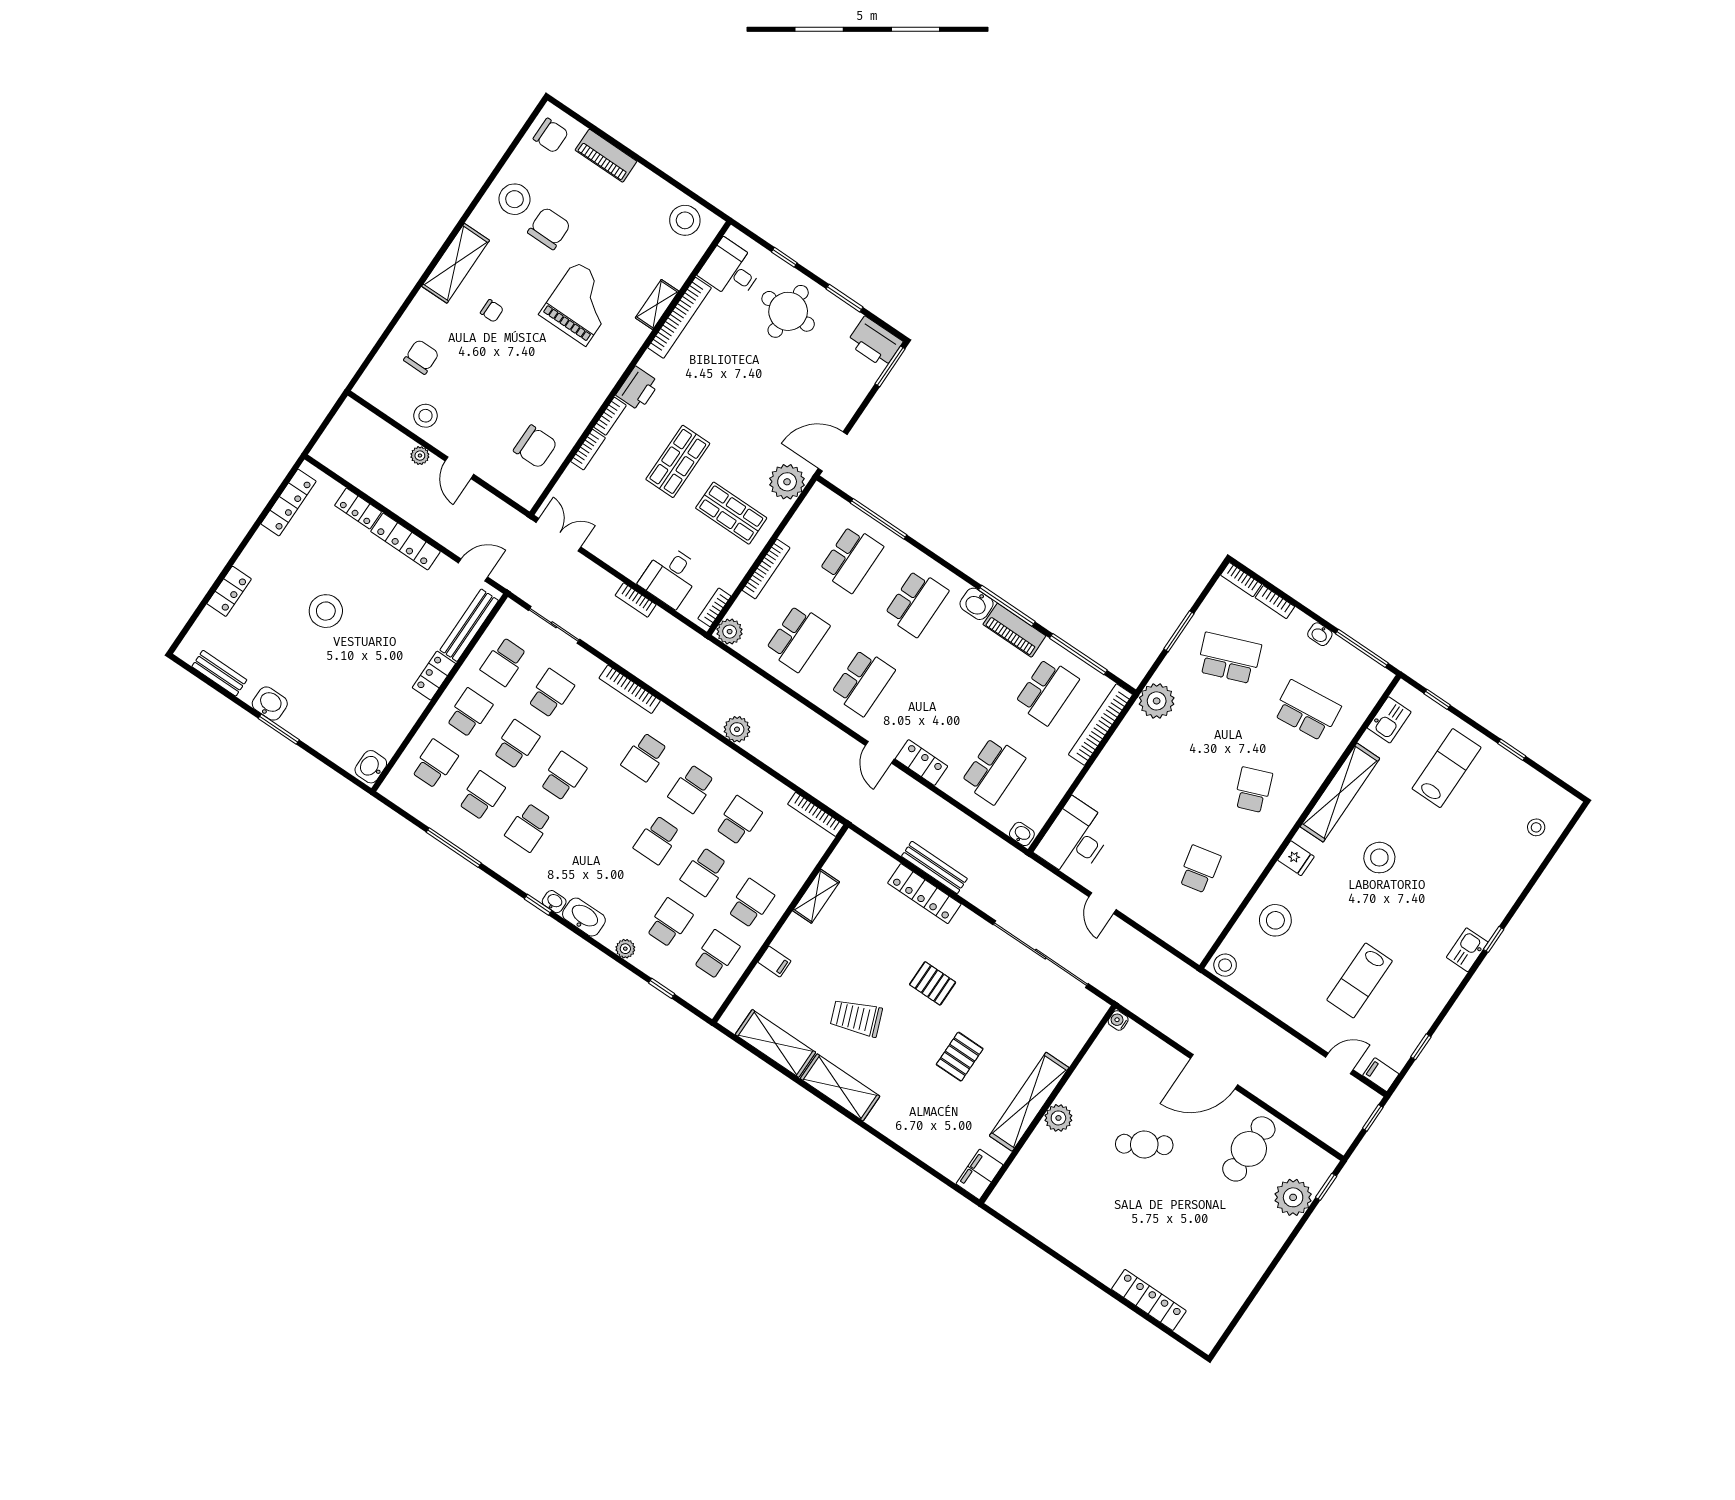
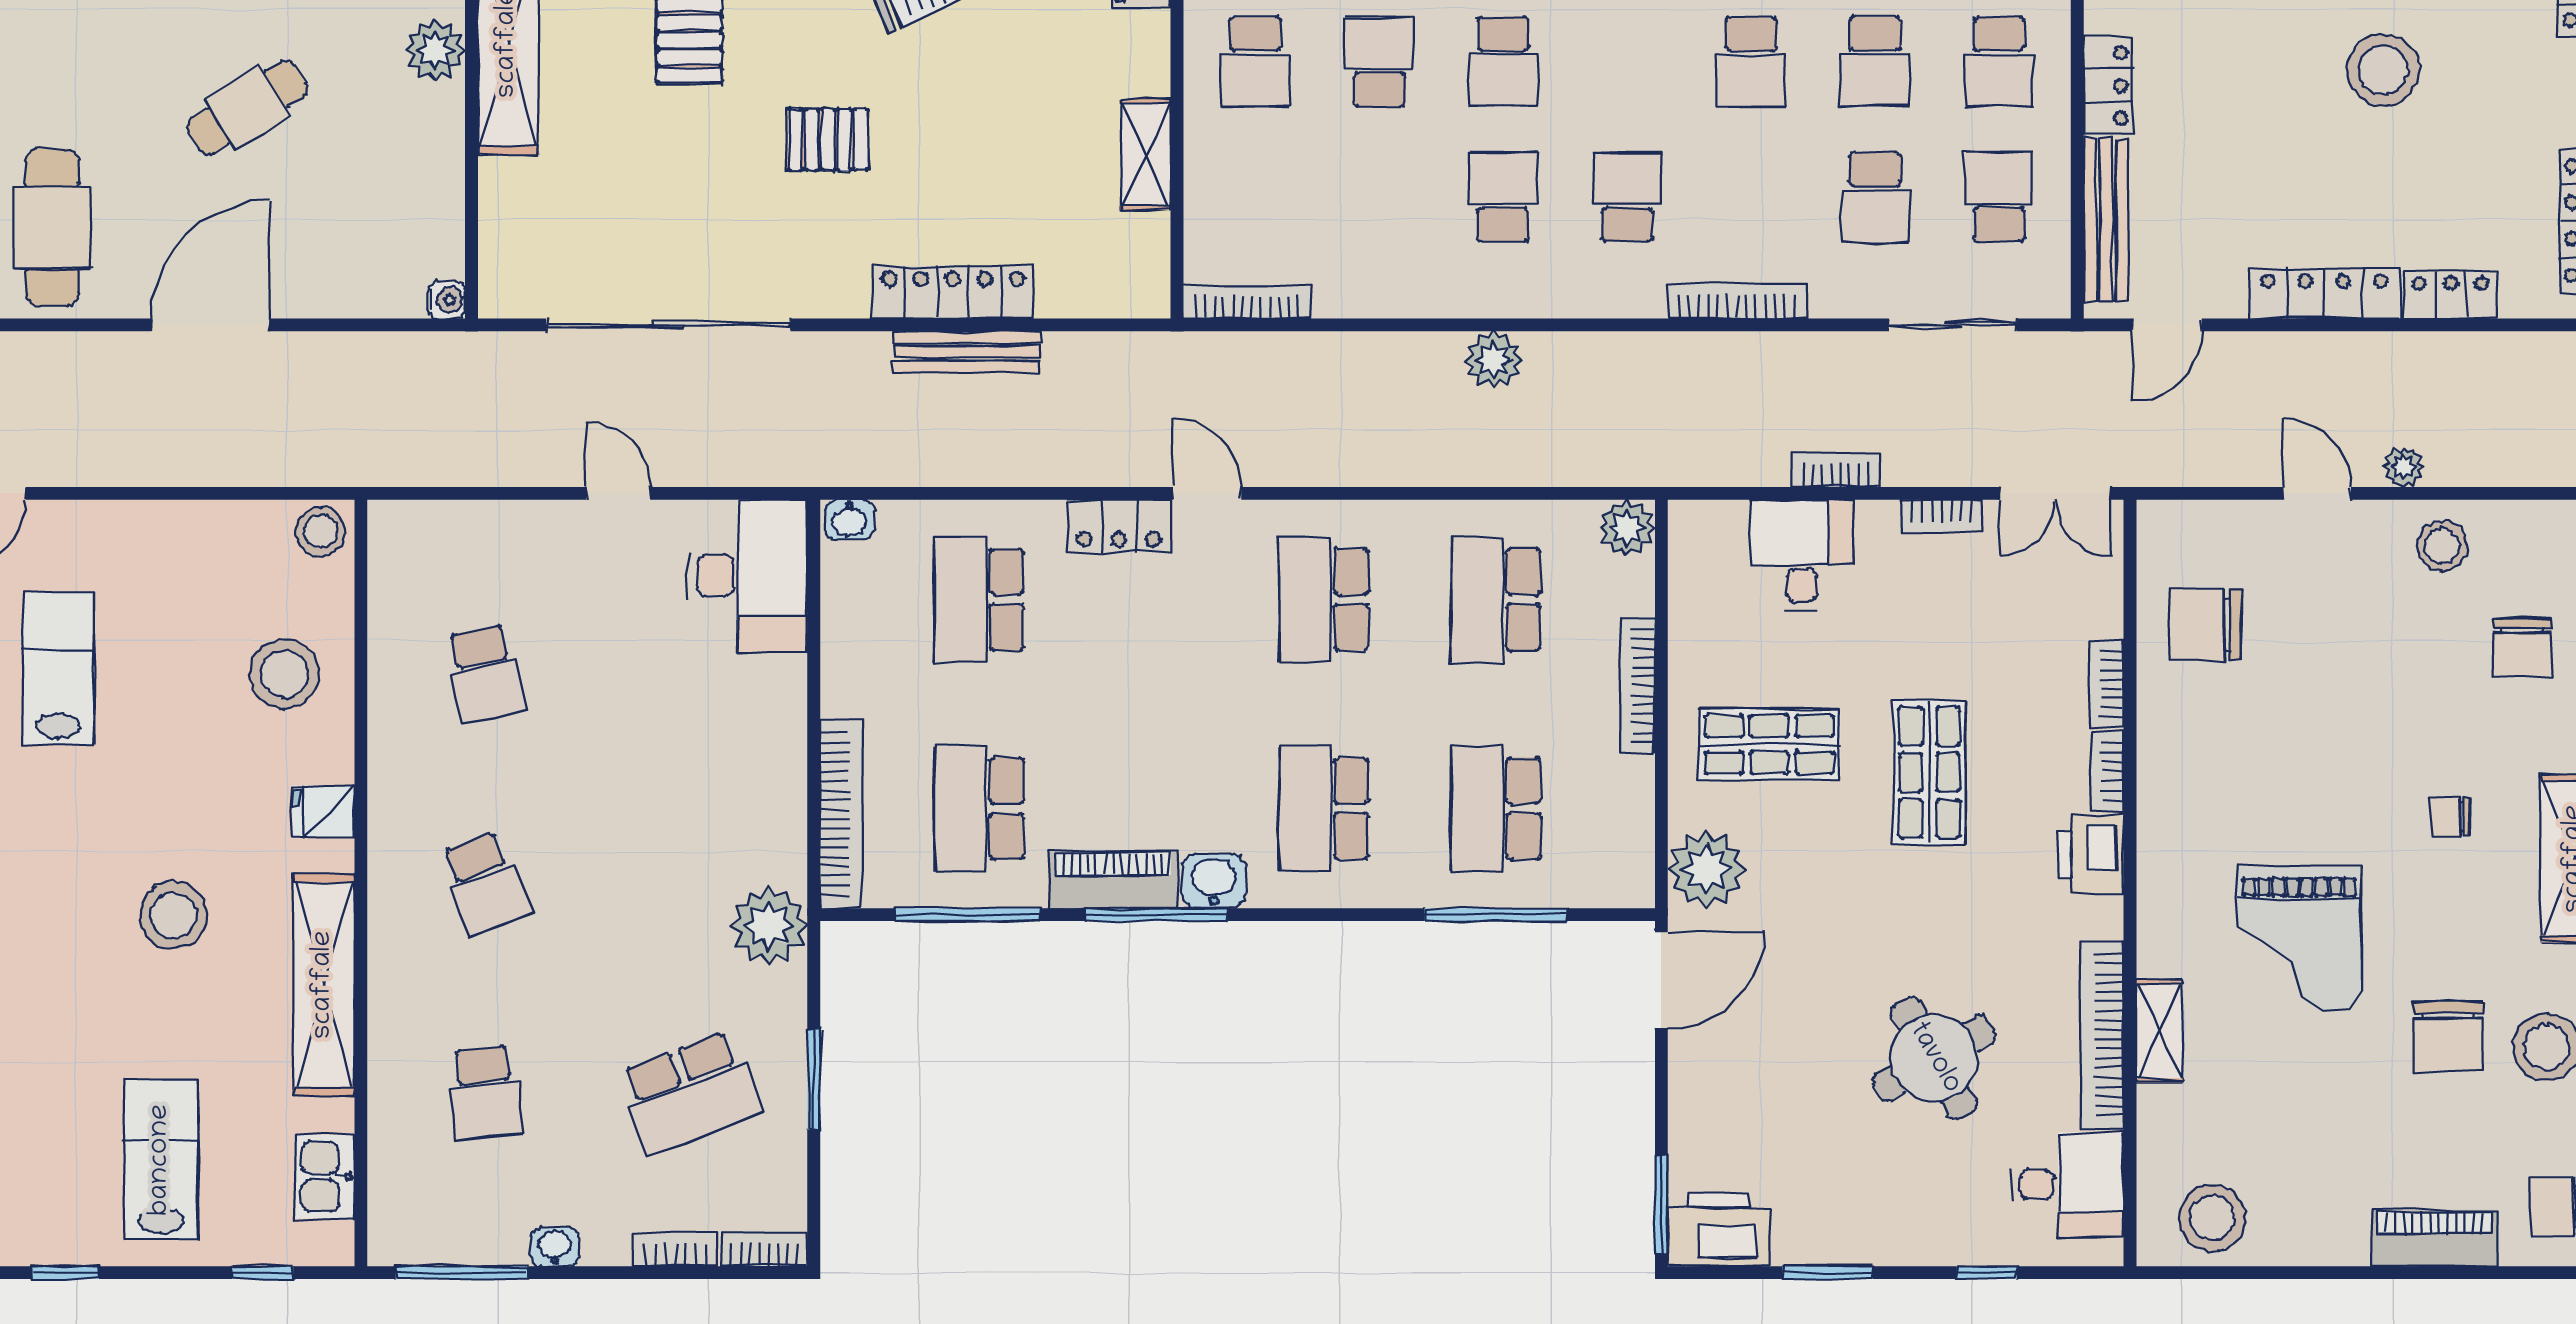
round table: (788, 311) -> (1934, 1058), moved, turned -30
bookcase: (714, 607) -> (1941, 516), moved, turned 90
school desk: (1307, 711) -> (485, 1092), width x0.54
lab bench: (1447, 768) -> (161, 1160), turned 180
school desk: (738, 820) -> (1379, 197), removed
school desk: (657, 840) -> (1503, 62), turned 180

